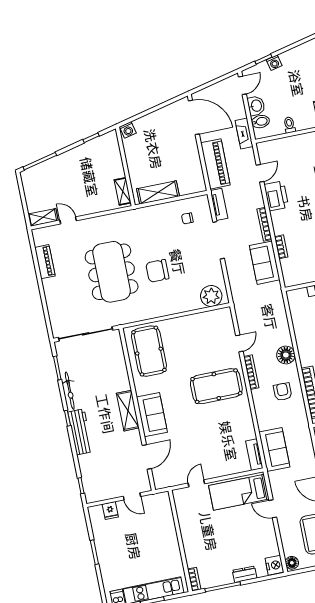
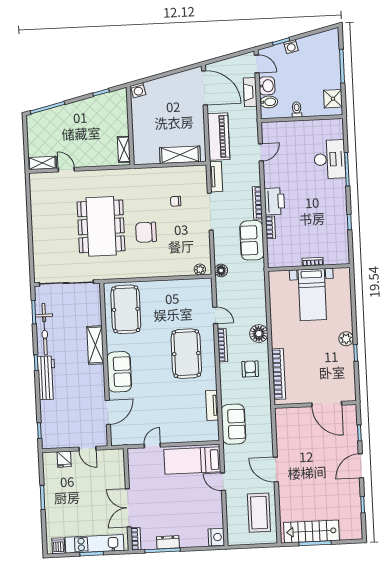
door: (242, 85) -> (257, 64), hinge flipped
fireplace: (244, 134) -> (250, 92), moved
shelving: (158, 192) -> (180, 155), moved
printer: (276, 196) -> (274, 201), moved
chair: (187, 218) -> (176, 201), moved
piano: (45, 262) -> (37, 206), removed
plant: (211, 296) -> (200, 270), width x0.53, depth x0.53
door: (239, 343) -> (215, 315), hinge flipped
pool table: (216, 386) -> (186, 354), turned 90
bicycle: (70, 391) -> (45, 329), width x1.37, depth x1.40
shelving: (128, 411) -> (95, 345), moved
tv unit: (254, 455) -> (212, 405), moved
double door: (182, 549) -> (128, 508), added
floor lamp: (292, 563) -> (221, 270), moved
dresser: (245, 574) -> (168, 542), moved

